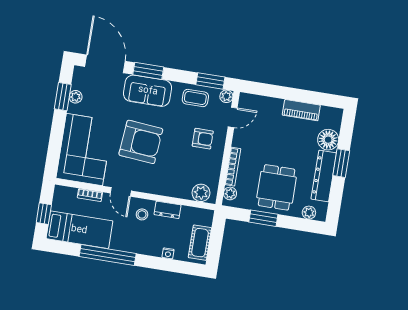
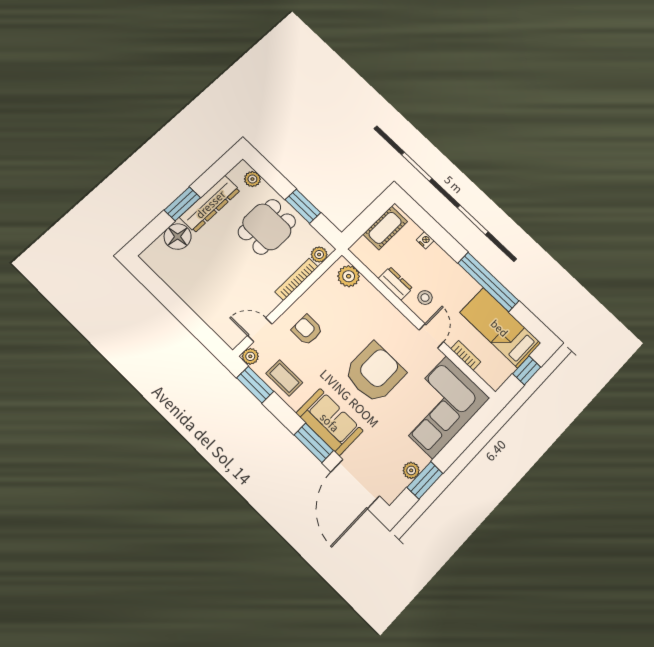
piano: (301, 110) -> (182, 286), removed
armchair: (141, 142) -> (375, 373), turned 85

